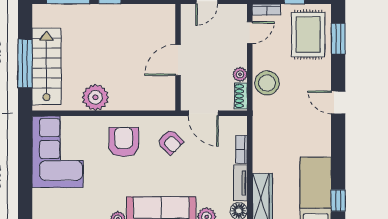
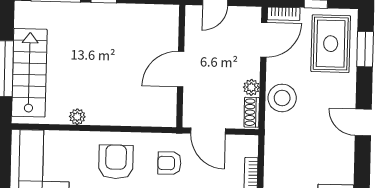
door: (250, 33) -> (264, 40), width x1.38
plant: (95, 97) -> (77, 117), width x0.53, depth x0.53
armchair: (170, 142) -> (169, 163), turned 135

